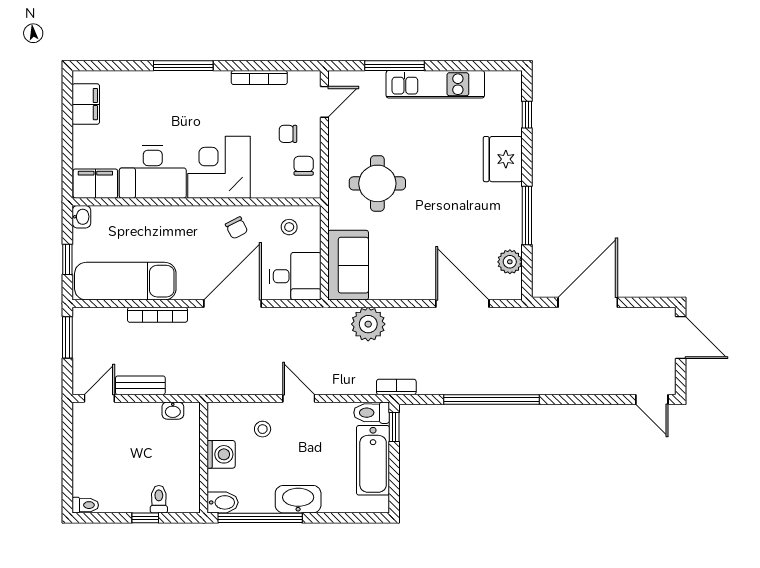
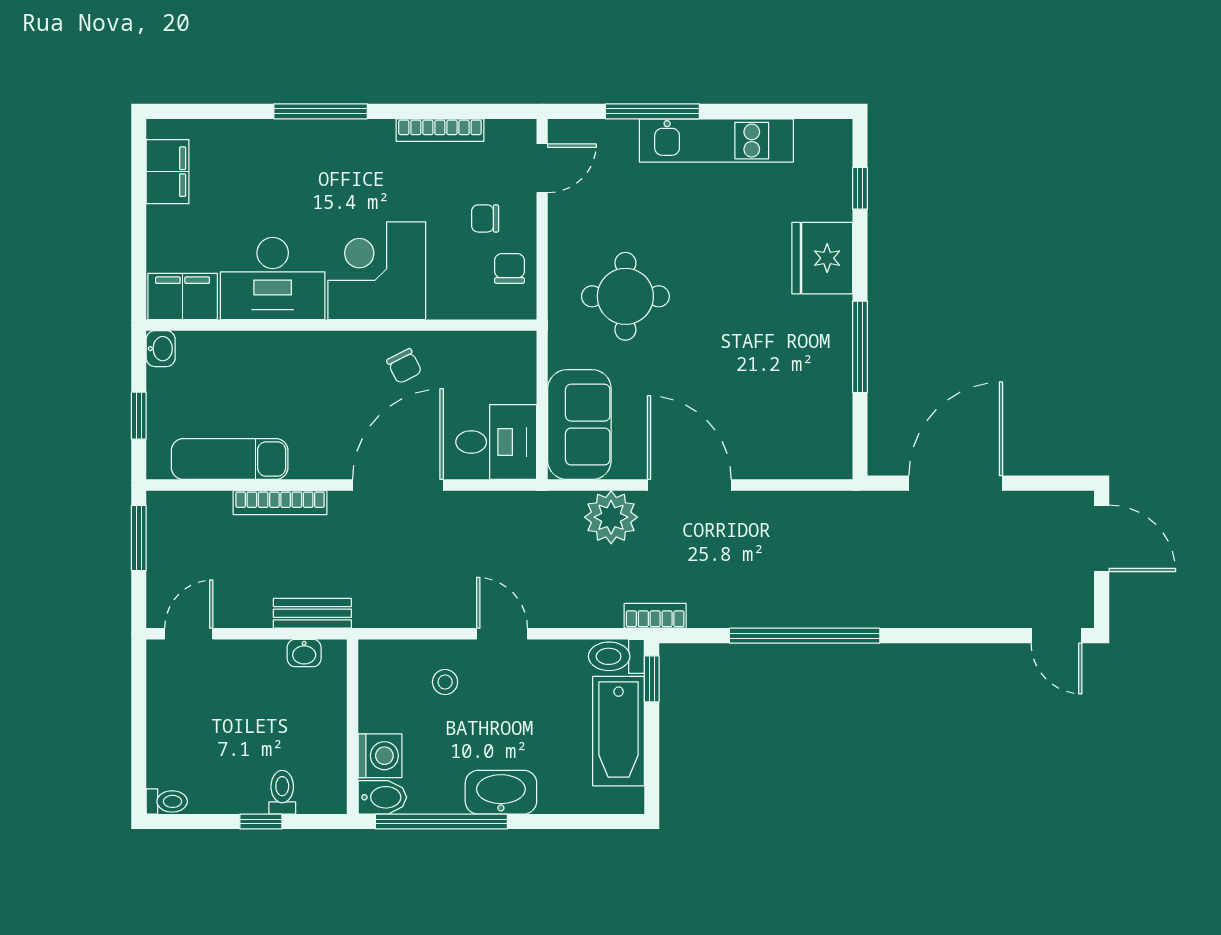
stool: (289, 227) -> (487, 365), removed
plant: (510, 262) -> (833, 419), removed
exam couch: (125, 281) -> (230, 459), width x0.73, depth x0.69
door: (462, 304) -> (689, 485), moved
bench: (140, 385) -> (312, 613), moved
washing machine: (221, 454) -> (380, 756), moved

